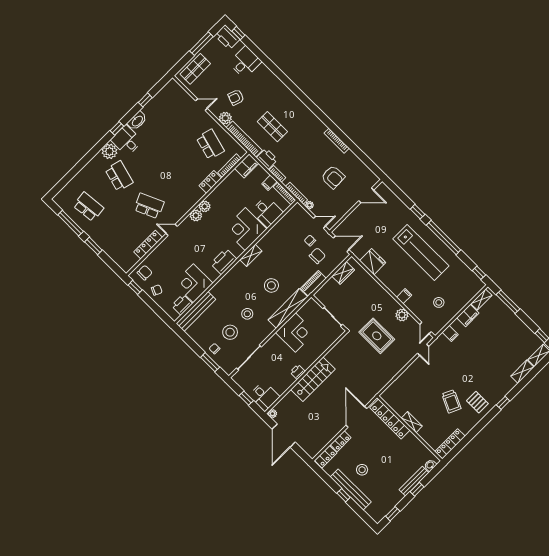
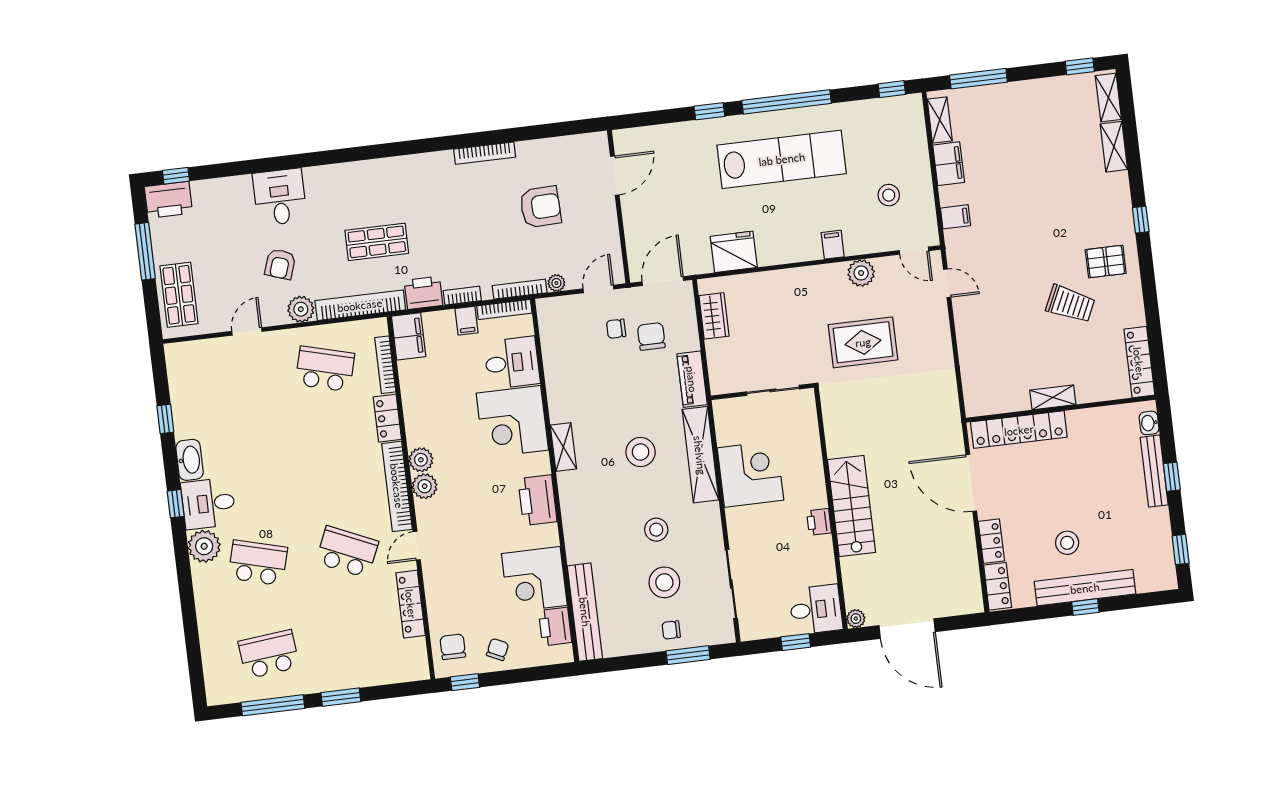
desk: (245, 62) -> (280, 197), moved
bookcase: (188, 205) -> (397, 486), added
school desk: (149, 206) -> (347, 552), turned 48

